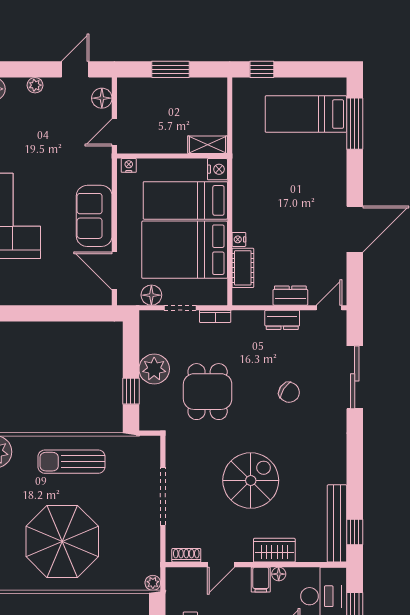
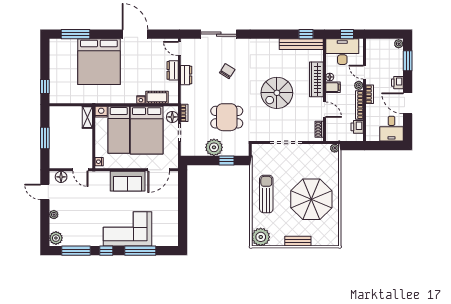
bed: (306, 114) -> (99, 62), moved, width x2.04
floor lamp: (151, 295) -> (172, 117), moved
sun lounger: (72, 462) -> (266, 194), turned 180
spiral stairs: (251, 480) -> (277, 93), turned -90
wardrobe: (274, 550) -> (316, 79), width x1.50

